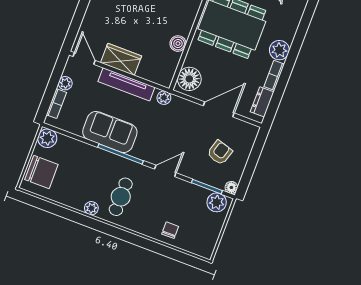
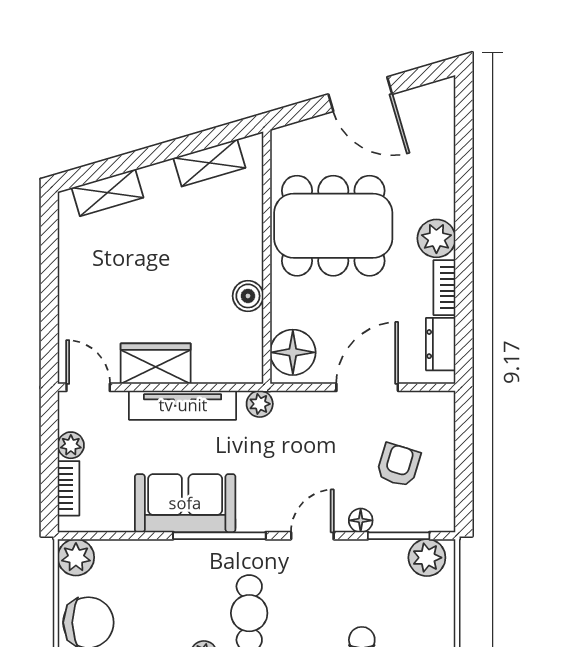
floor lamp: (231, 187) -> (361, 520), moved

